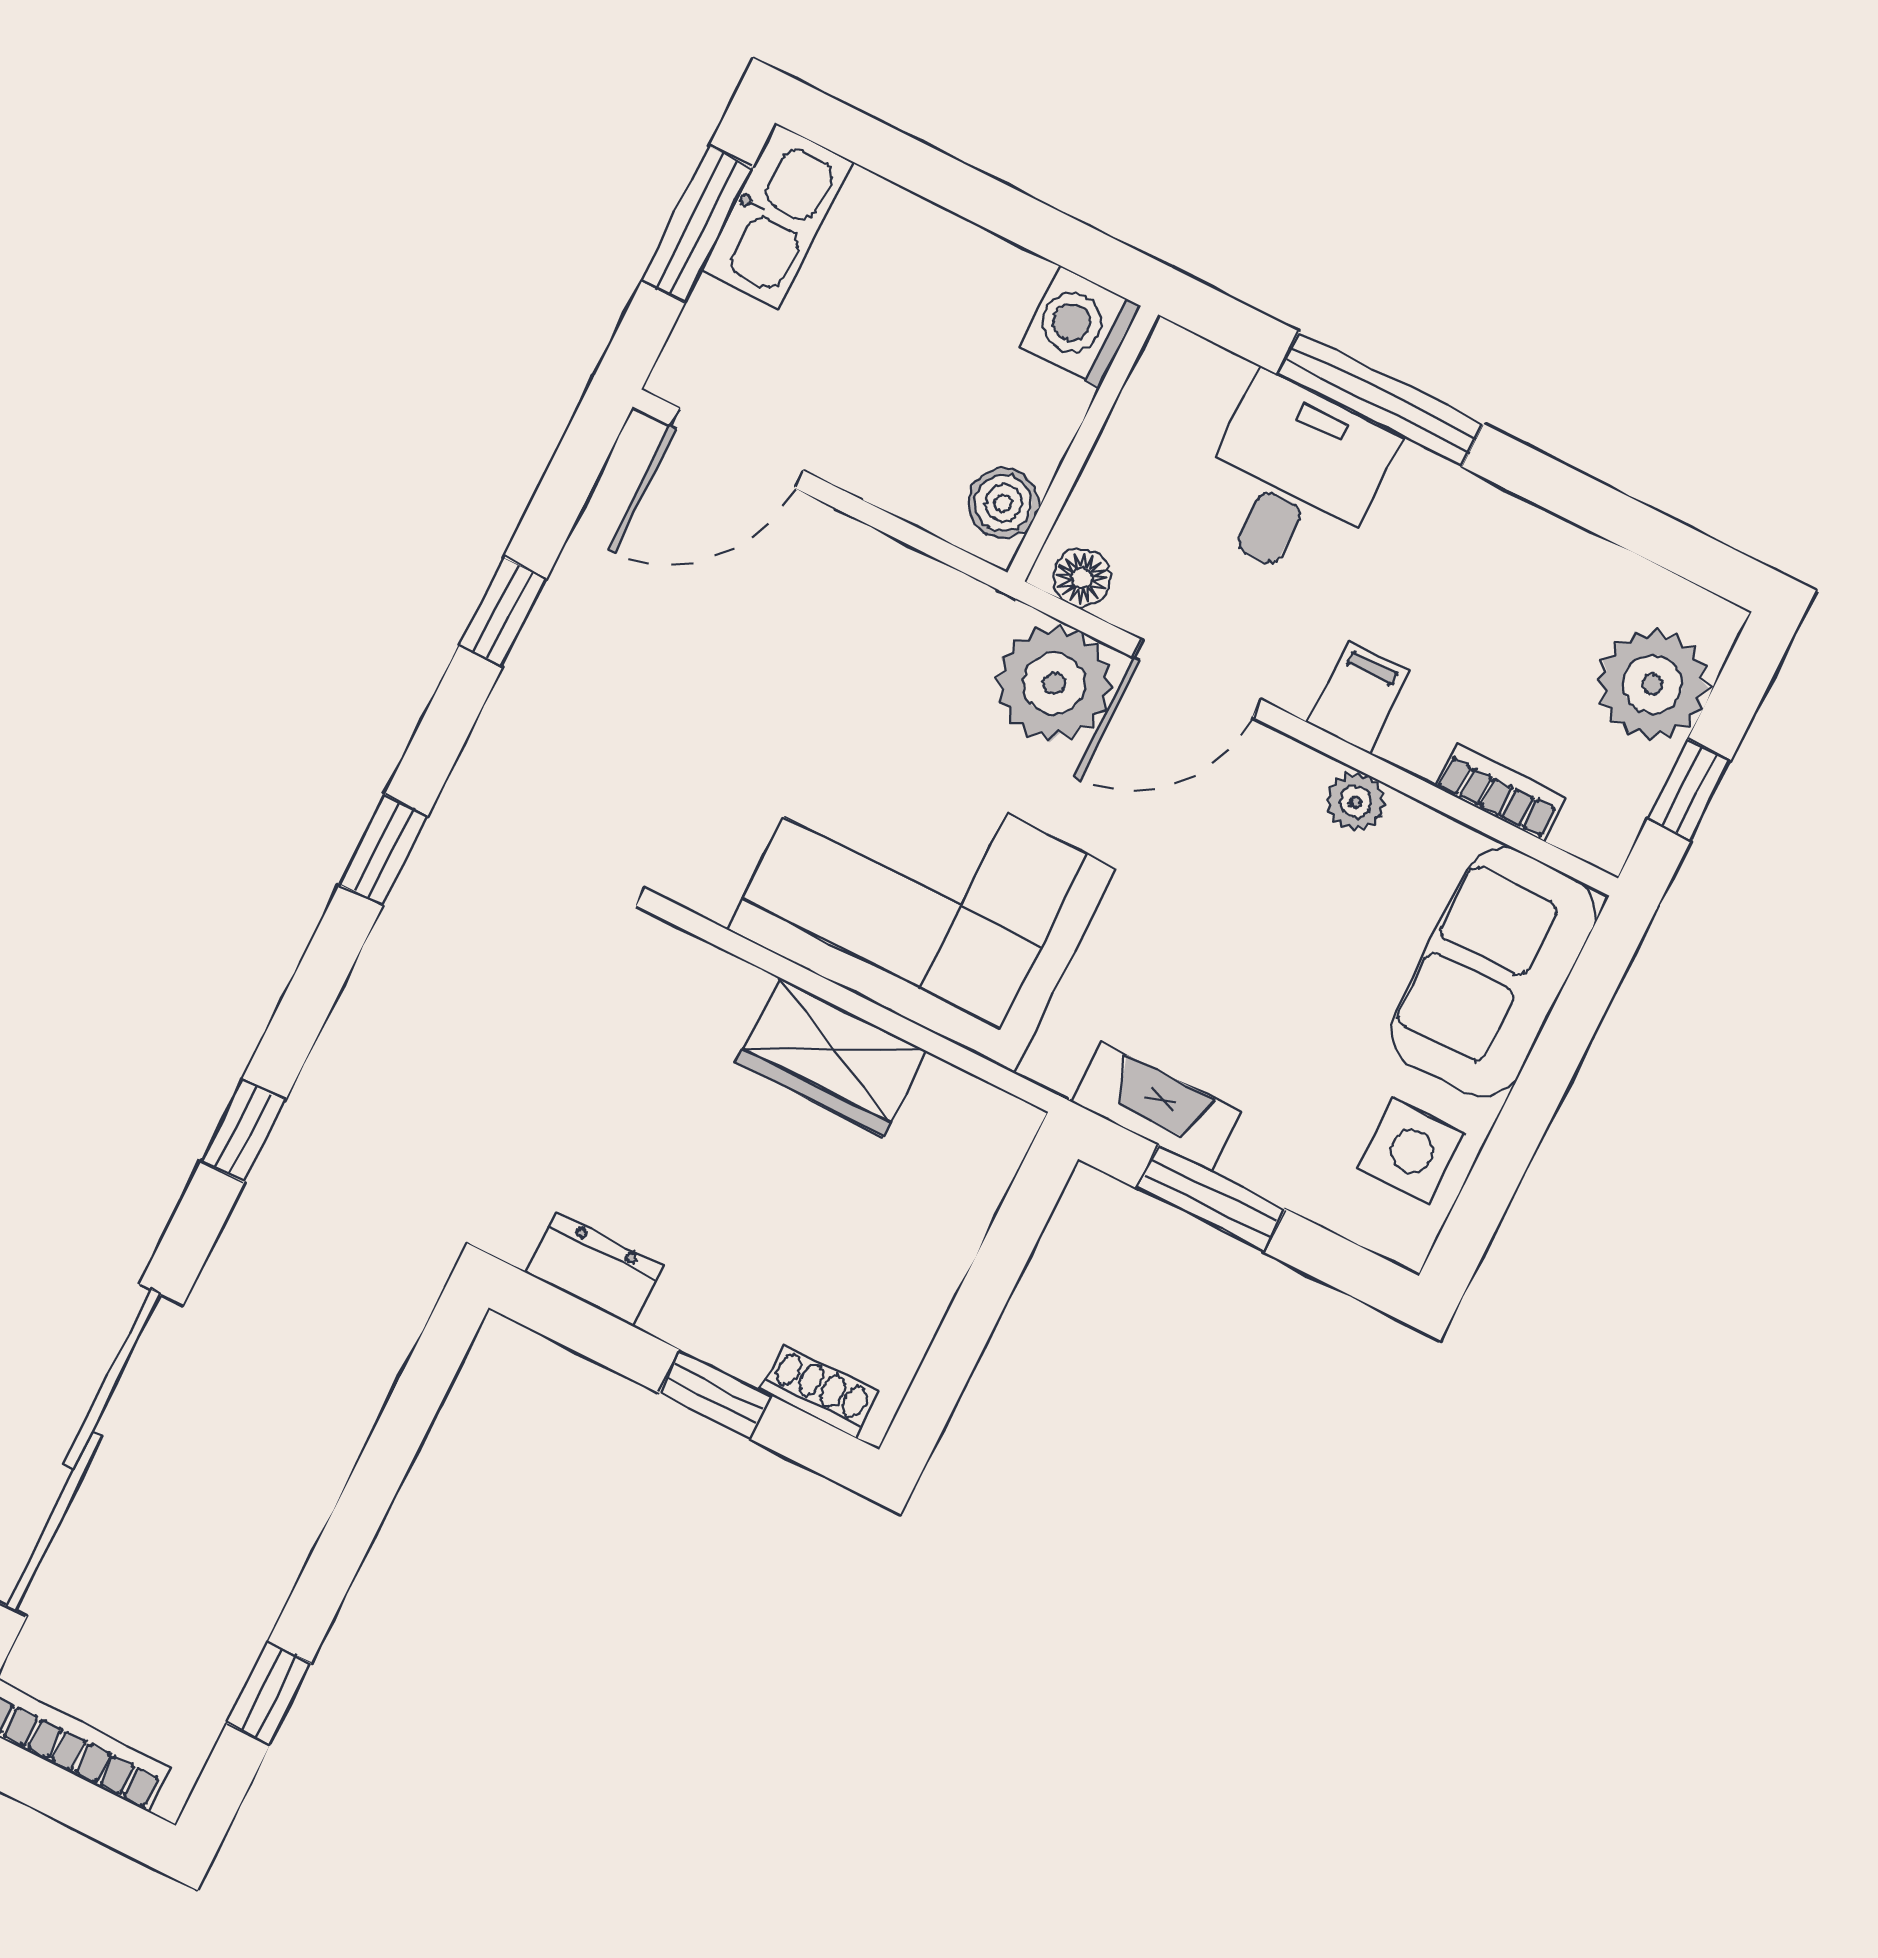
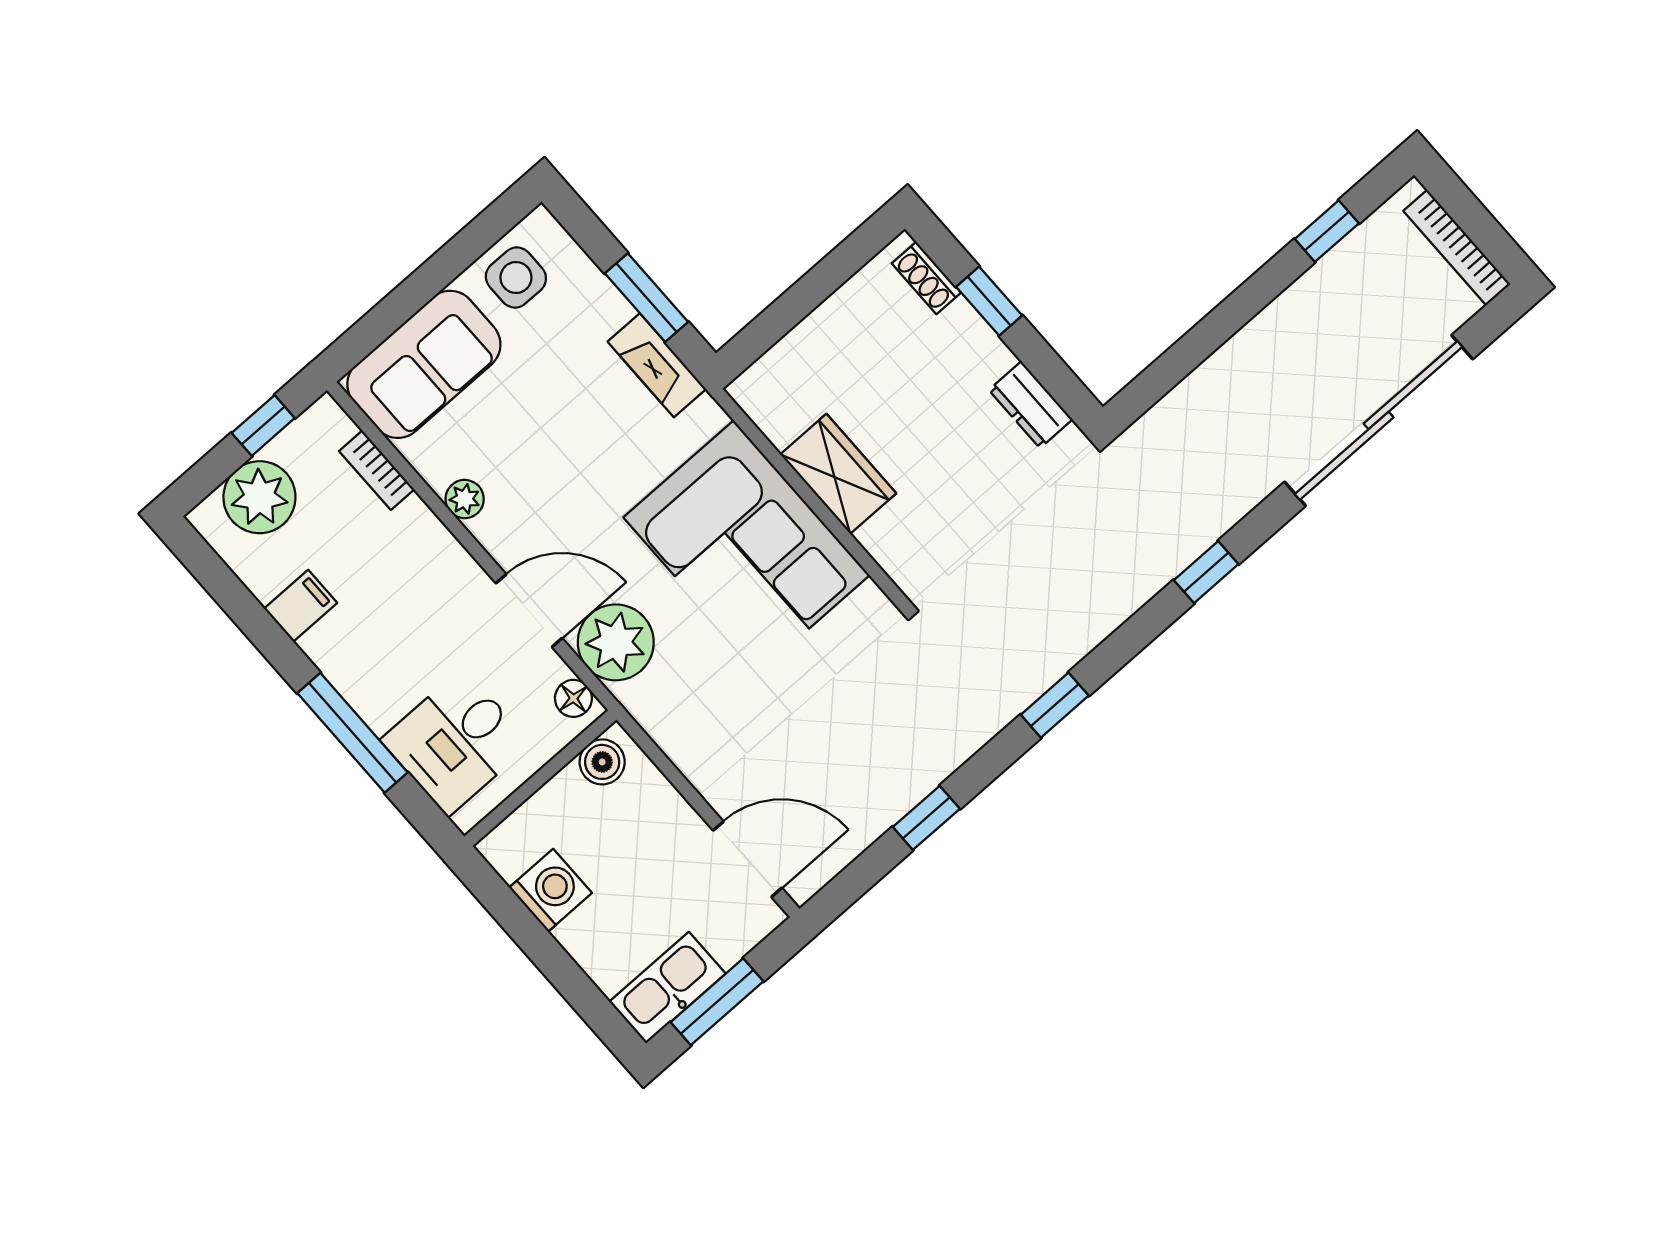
washing machine: (1080, 326) -> (551, 890), moved, turned -90
desk: (1293, 480) -> (456, 742), moved
filing cabinet: (1358, 697) -> (301, 606), moved, turned 180

